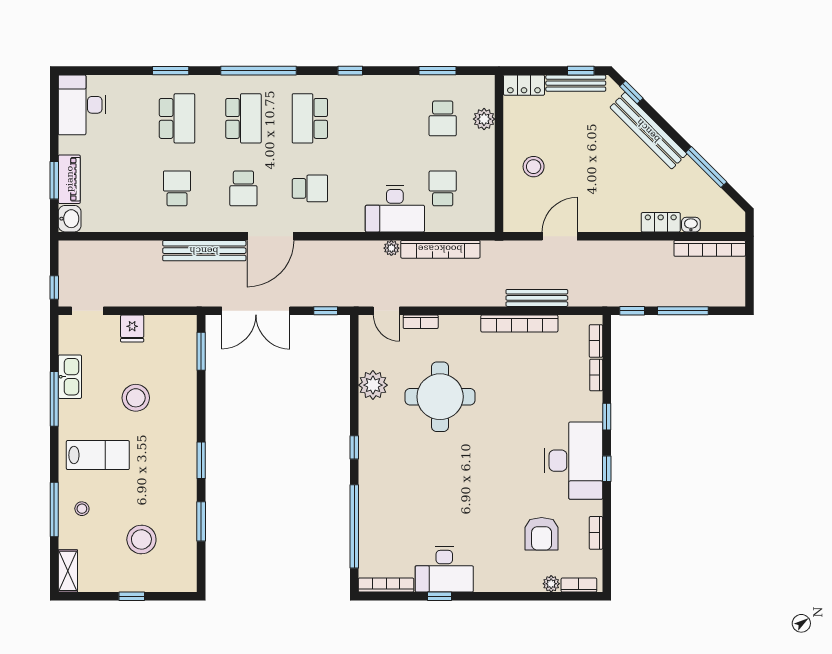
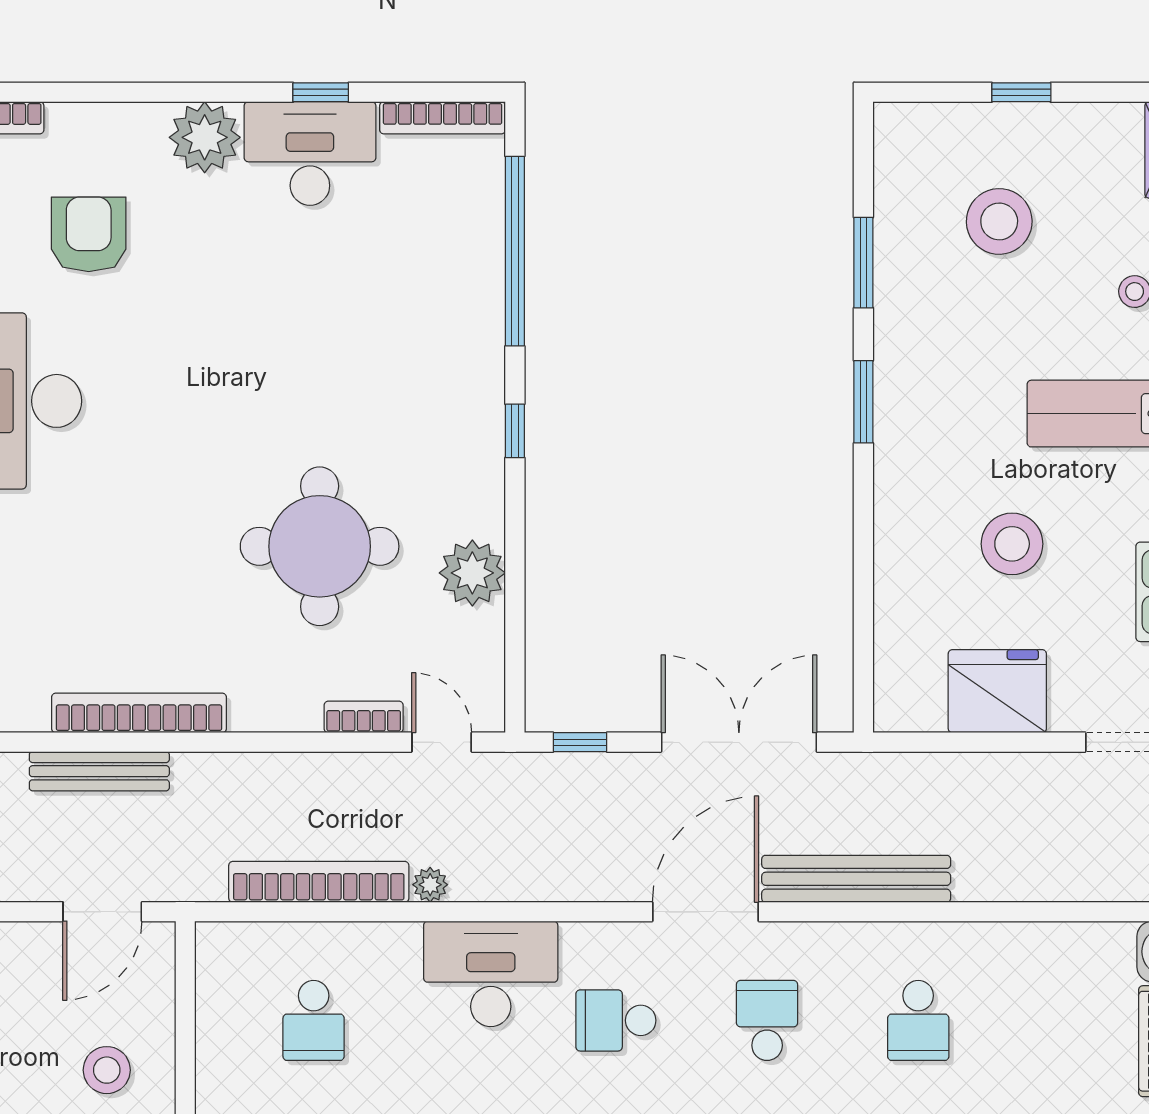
desk: (395, 209) -> (491, 974), moved
door: (560, 236) -> (102, 912), moved
fridge: (132, 328) -> (997, 691), width x1.88, depth x1.34
window: (201, 351) -> (863, 650), removed
plant: (551, 584) -> (205, 137), moved, width x1.87, depth x1.87

